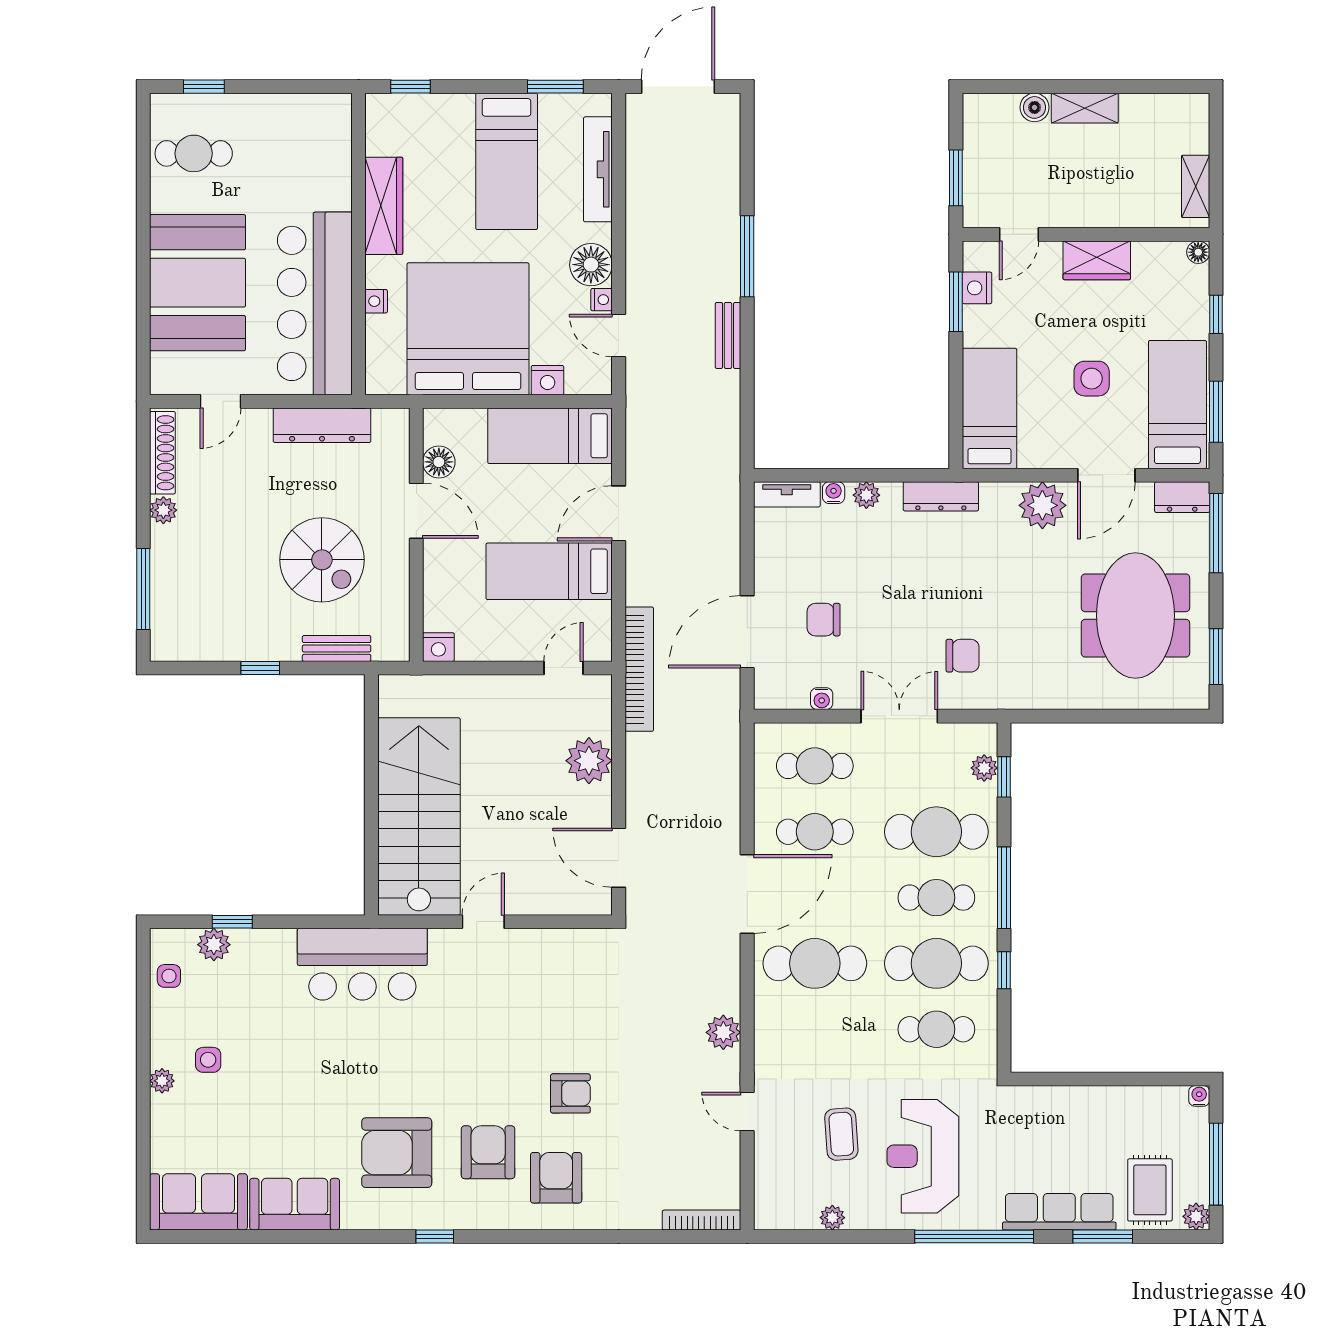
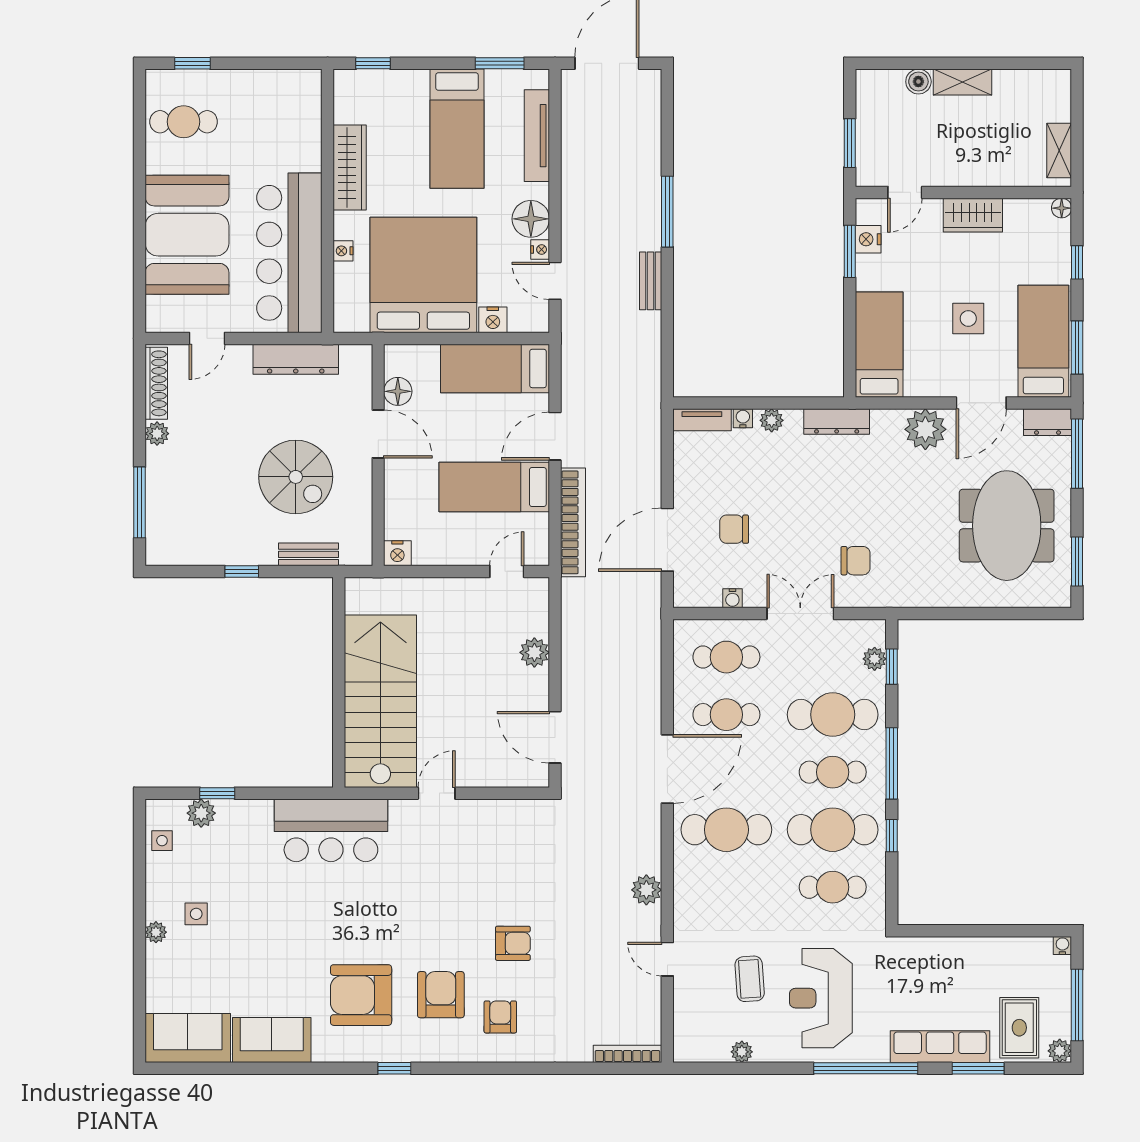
bookcase: (639, 669) -> (573, 522), moved
plant: (589, 761) -> (534, 652), width x0.73, depth x0.73
armchair: (556, 1178) -> (500, 1017), width x0.72, depth x0.72

